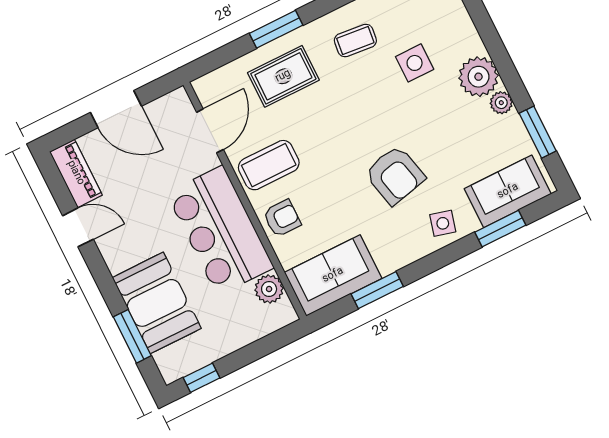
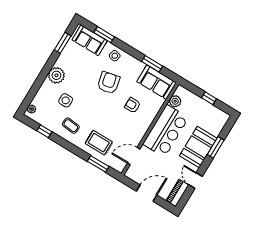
window: (276, 29) -> (98, 164), moved
plant: (501, 103) -> (60, 62), removed
door: (116, 109) -> (147, 193), hinge flipped
coffee table: (269, 165) -> (133, 128), removed
armchair: (282, 218) -> (133, 105), moved
booth: (157, 303) -> (198, 147), moved
window: (132, 336) -> (216, 147), moved
window: (201, 378) -> (209, 98), moved

